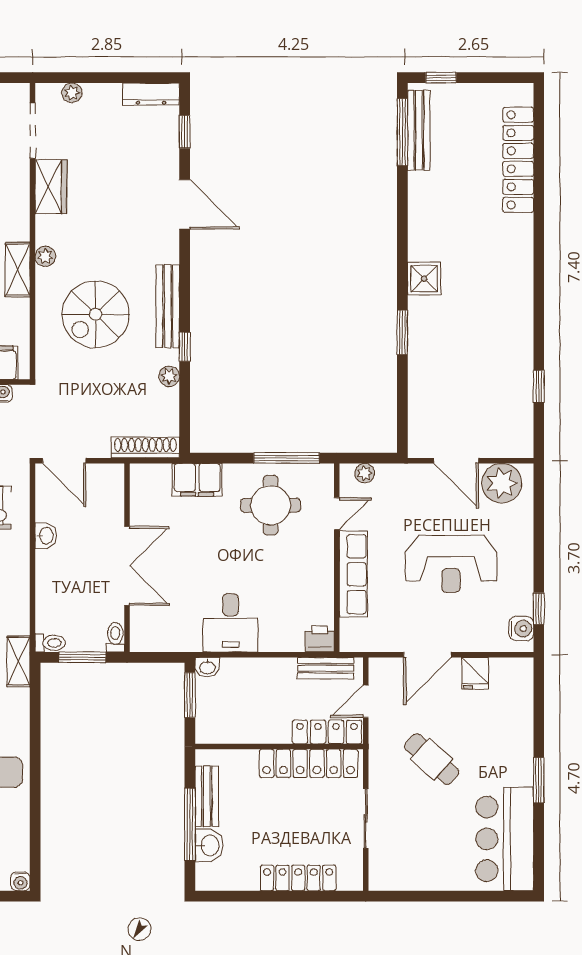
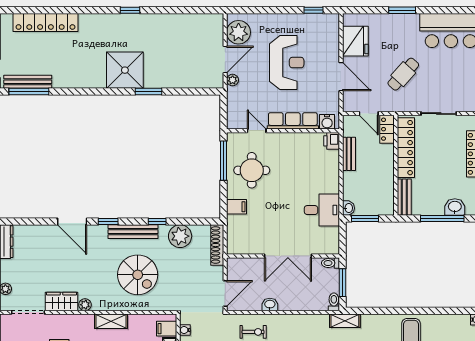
window: (185, 132) -> (108, 222), moved
door: (185, 204) -> (72, 222), swing flipped
plant: (45, 256) -> (85, 305), moved
shower: (424, 279) -> (125, 70), width x1.86, depth x1.86
plant: (169, 376) -> (180, 236), width x1.88, depth x1.88
window: (539, 386) -> (130, 10), moved
plant: (365, 473) -> (233, 80), moved
filing cabinet: (197, 480) -> (237, 207), width x0.50
double door: (127, 566) -> (288, 256), swing flipped
desk: (230, 623) -> (322, 210), moved
water cooler: (521, 629) -> (327, 122), moved, turned 180
bench: (326, 668) -> (349, 154), moved
fridge: (475, 673) -> (355, 41), width x1.88, depth x1.34
locker: (327, 732) -> (387, 129), width x0.66
window: (539, 780) -> (402, 10), moved
bench: (207, 796) -> (404, 197), moved, turned 90

